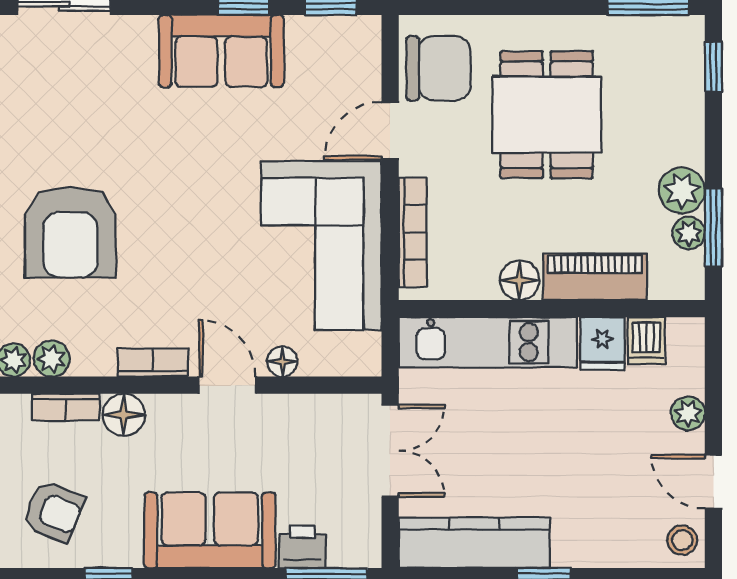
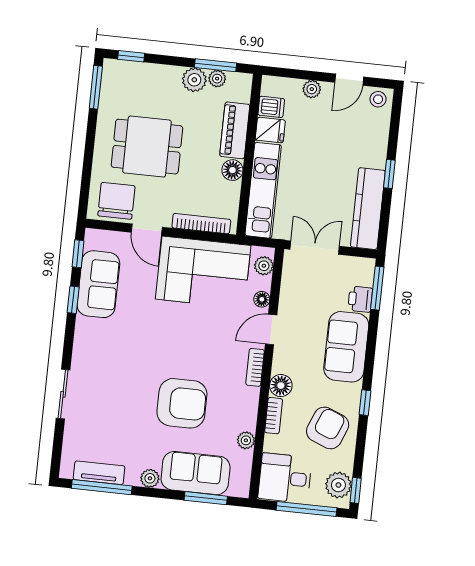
sofa: (221, 51) -> (98, 284), moved
plant: (52, 359) -> (264, 266), moved
armchair: (53, 511) -> (328, 428), width x1.38, depth x1.38

